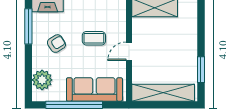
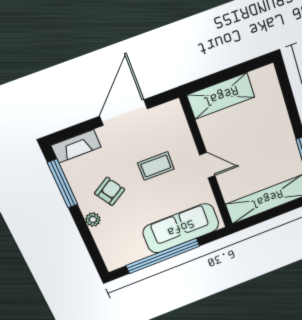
door: (129, 51) -> (207, 165), swing flipped
plant: (42, 80) -> (93, 220), moved, width x0.53, depth x0.53

